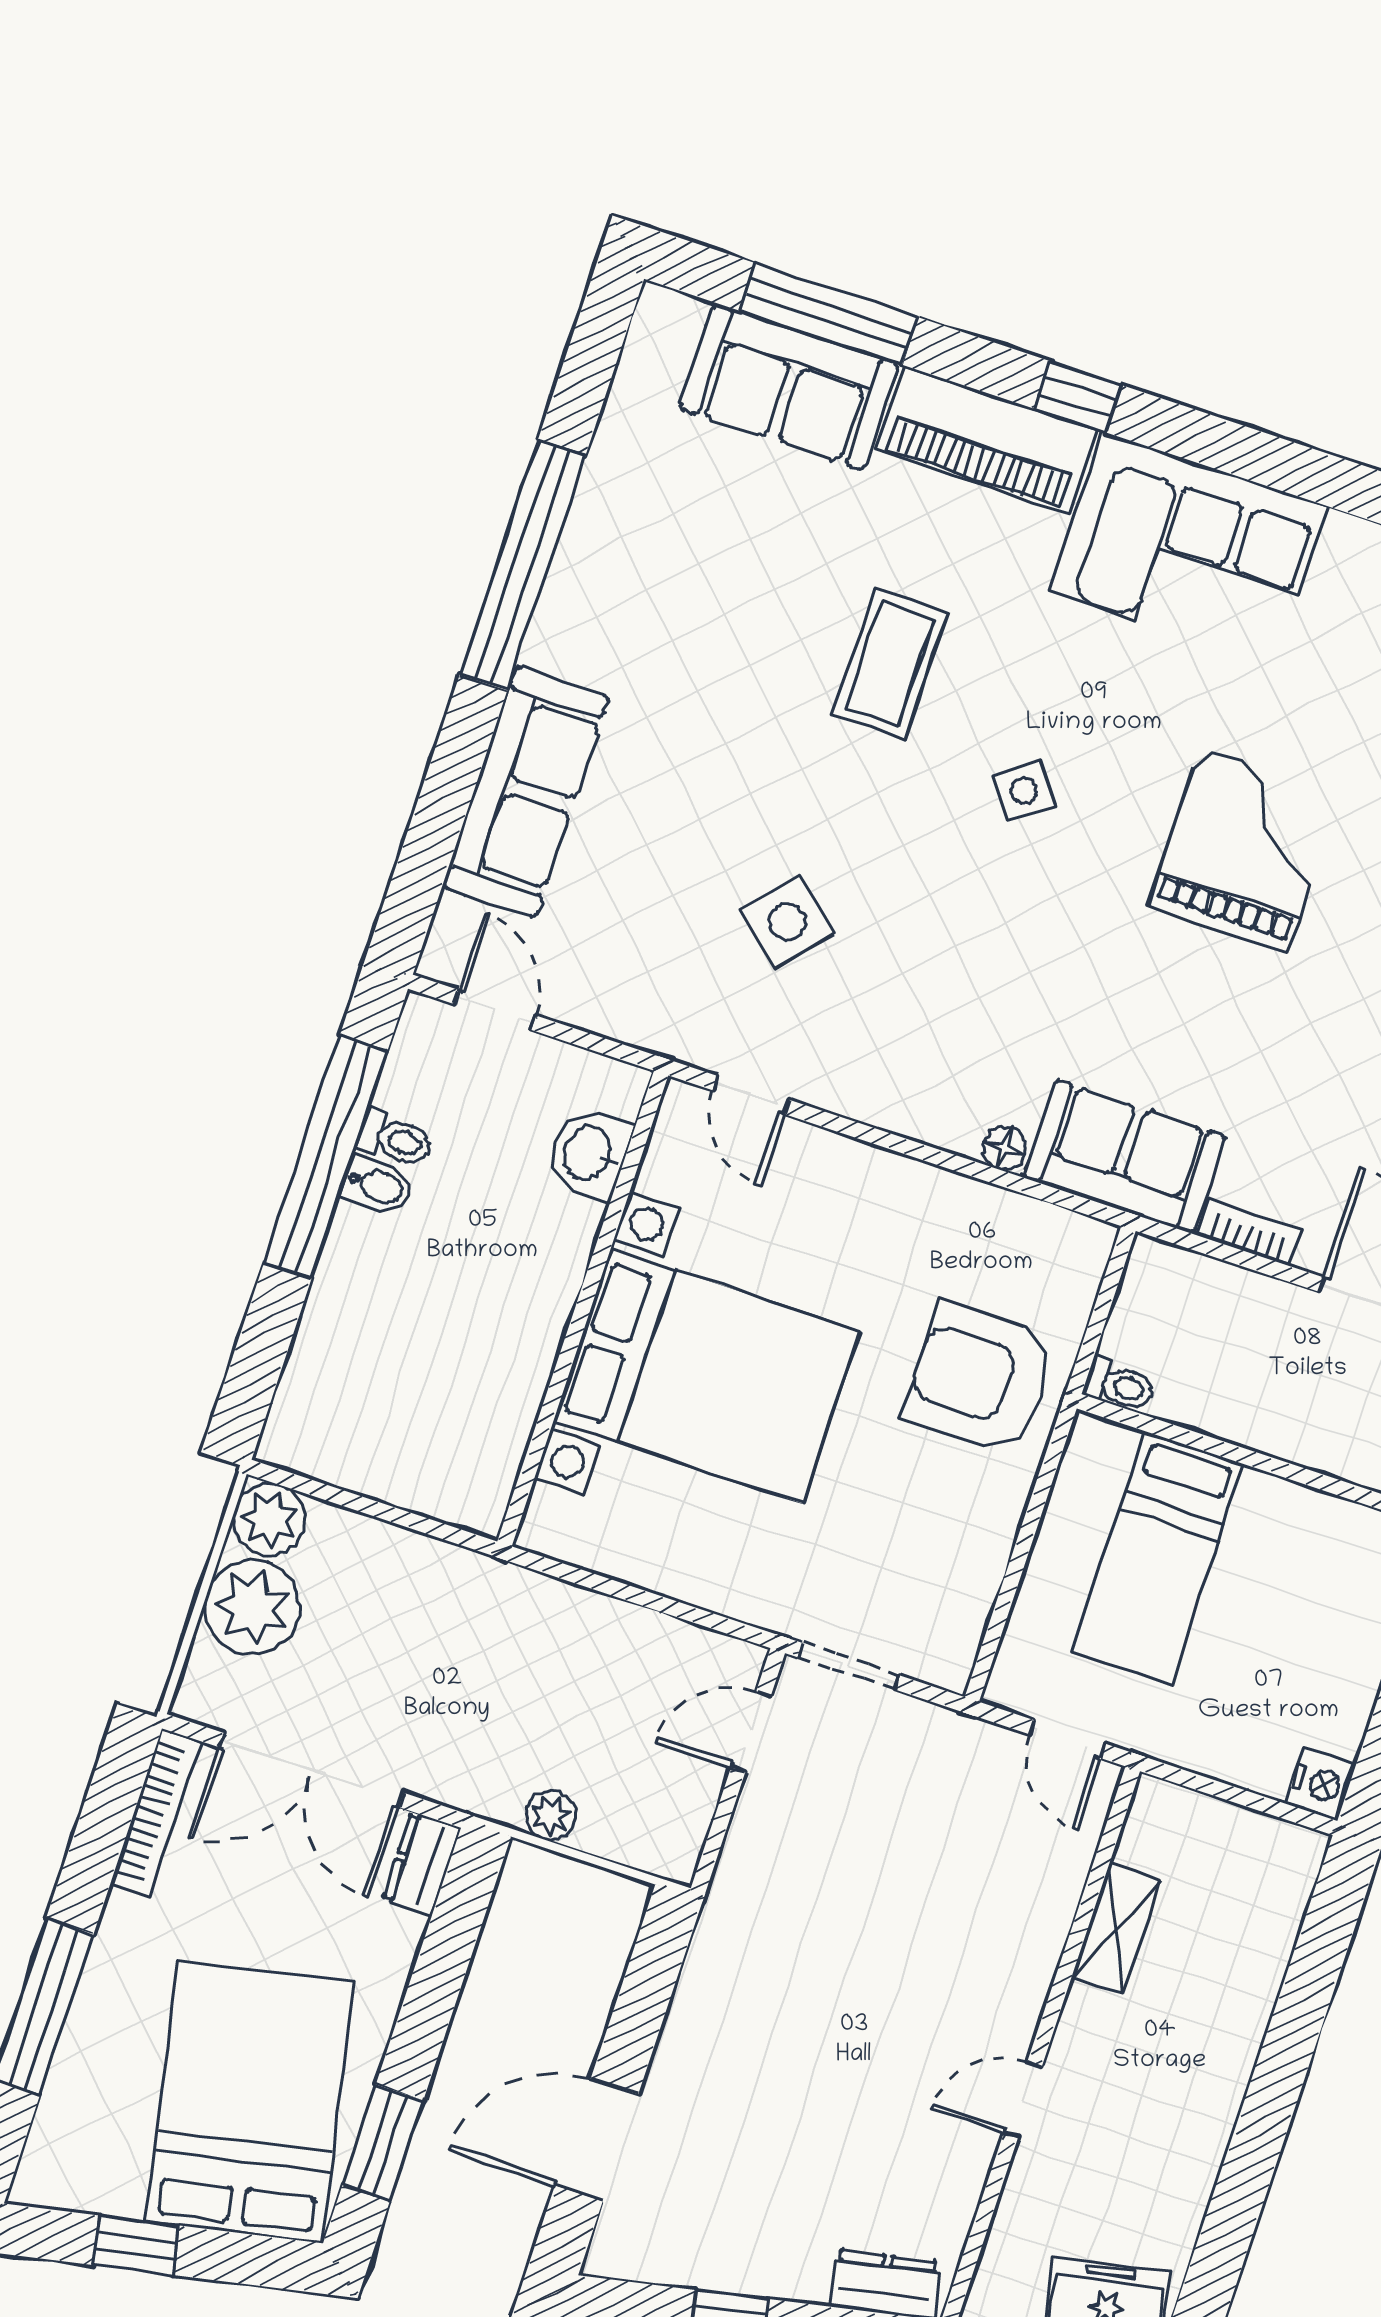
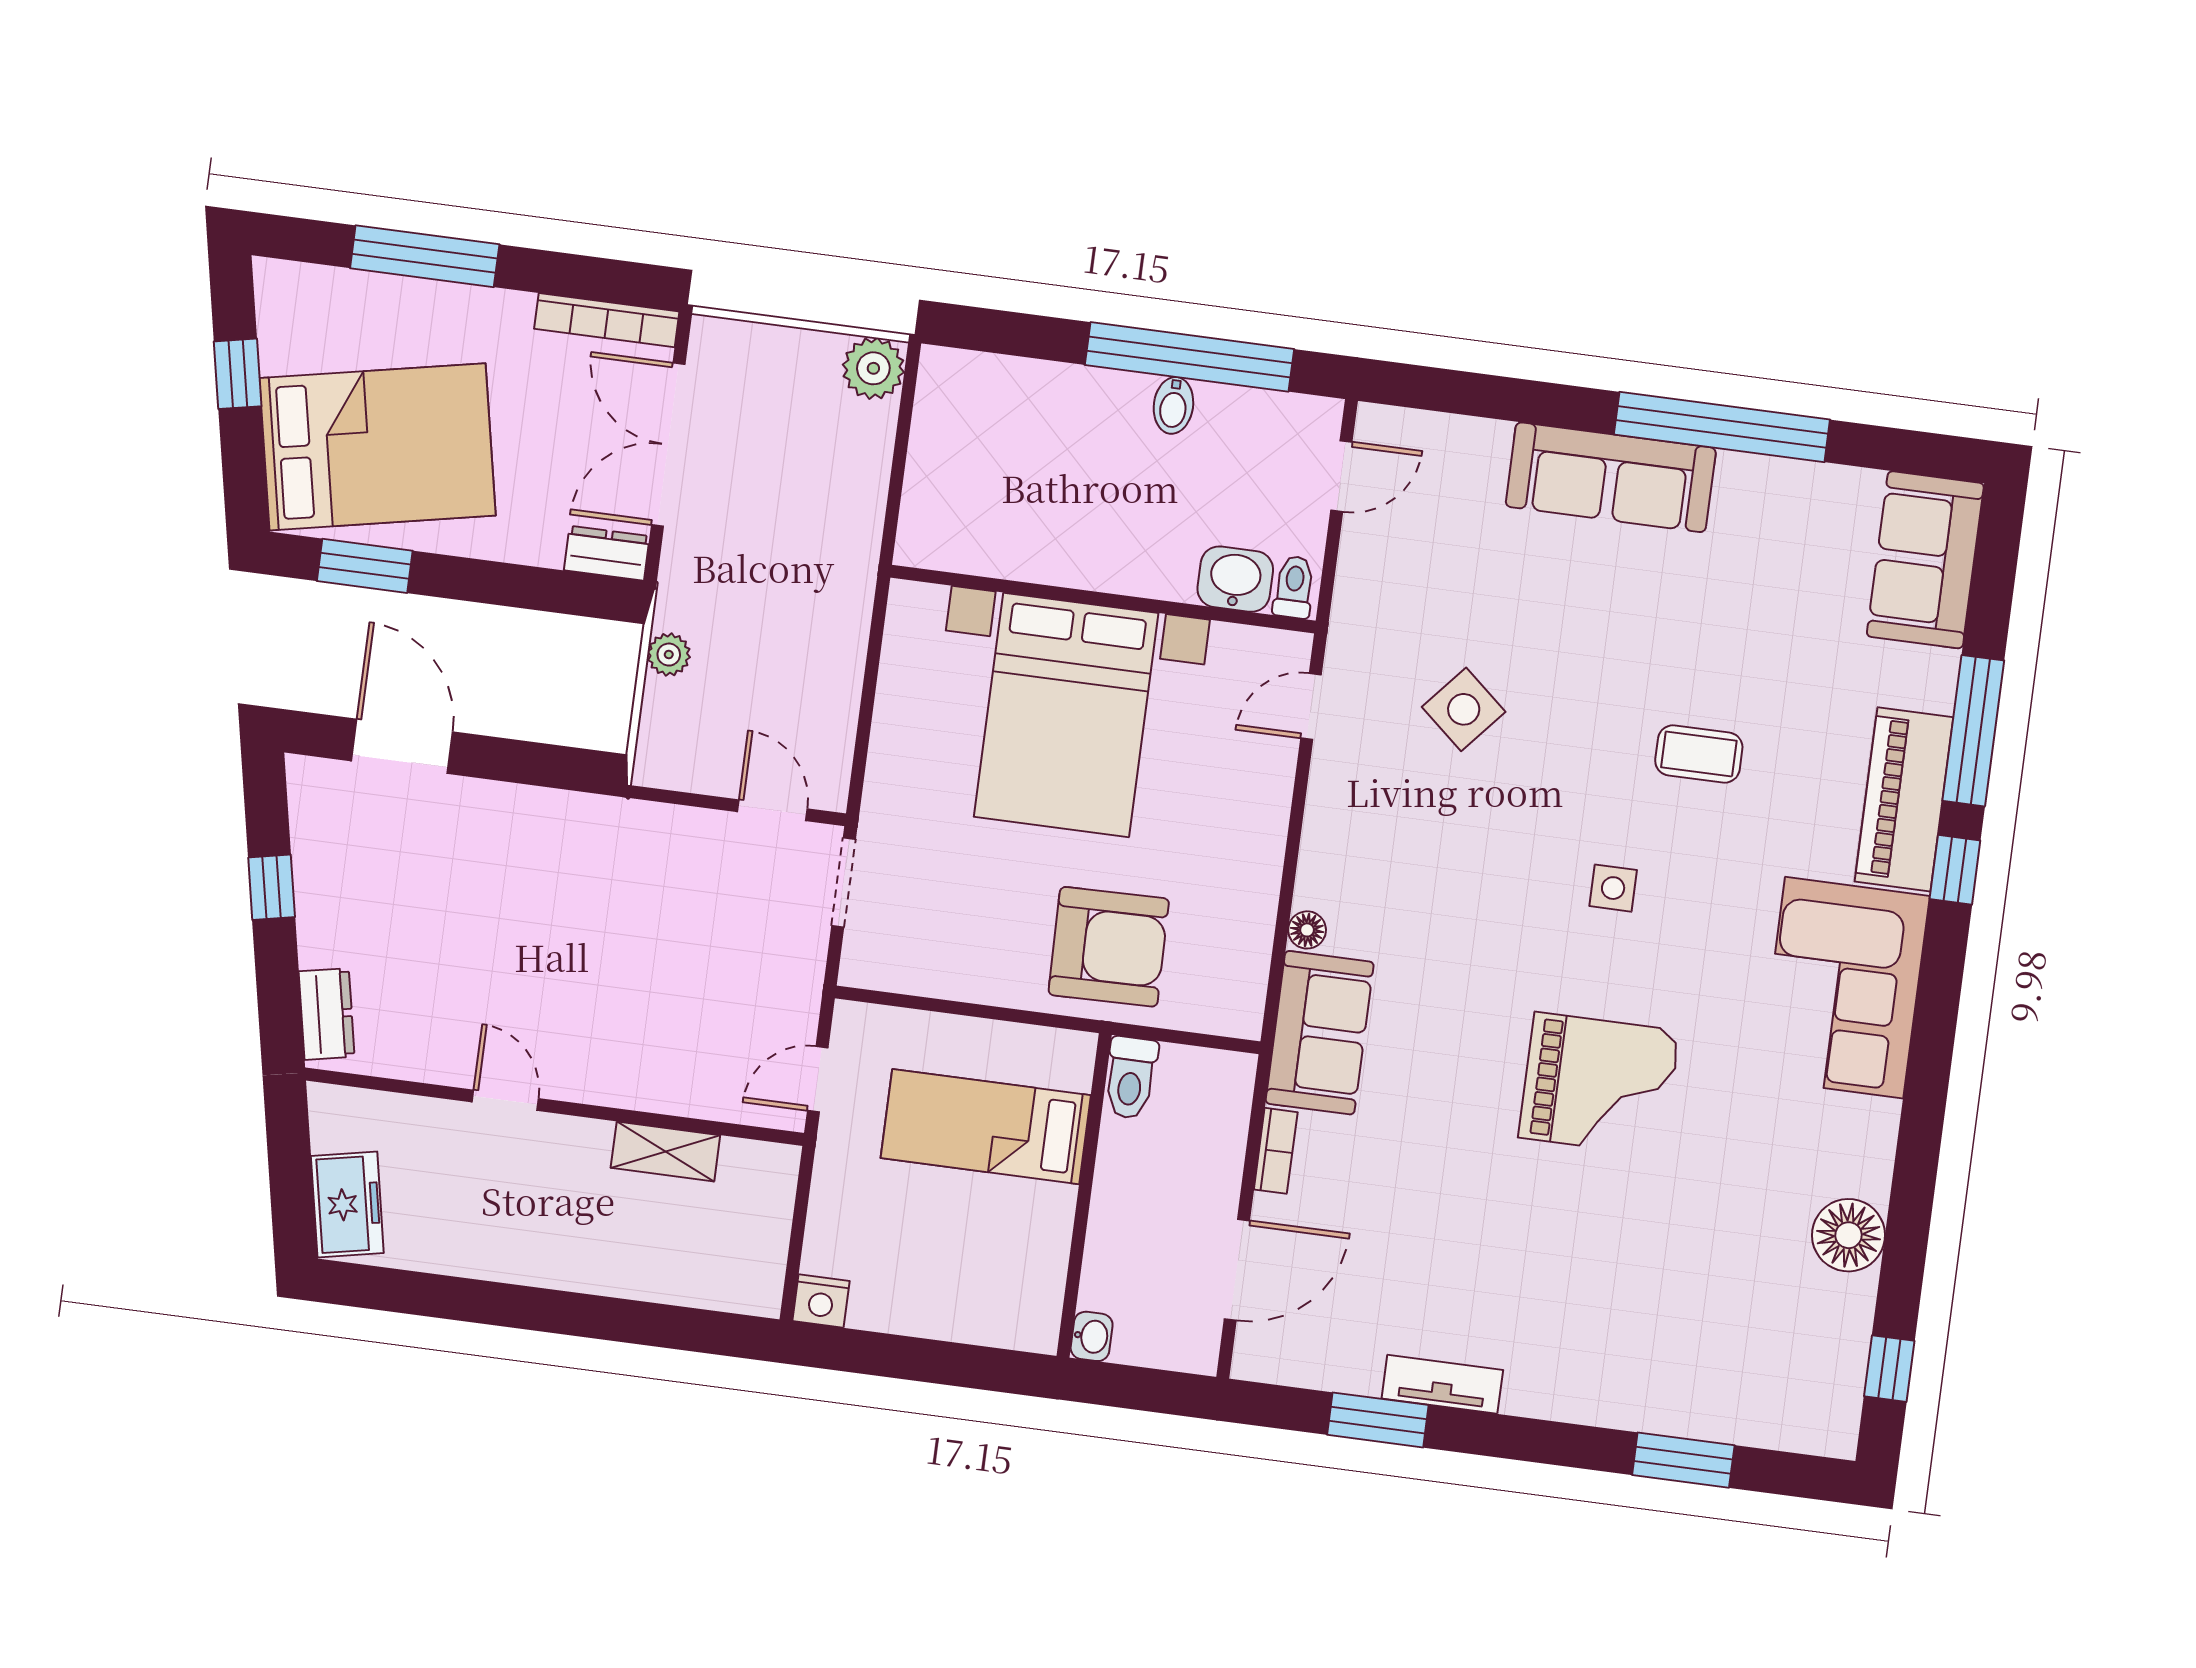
window: (829, 314) -> (1973, 731), moved
sofa: (789, 386) -> (1925, 560), moved
coffee table: (890, 663) -> (1699, 754), width x0.73, depth x0.77
side table: (1024, 791) -> (1613, 888), turned 37
sofa: (526, 792) -> (1611, 477), moved
toilet: (395, 1140) -> (1294, 587), moved, turned 180
armchair: (980, 1378) -> (1109, 947), turned 89
toilet: (1120, 1385) -> (1131, 1078), width x1.37, depth x1.39
plant: (252, 1607) -> (797, 368), removed

